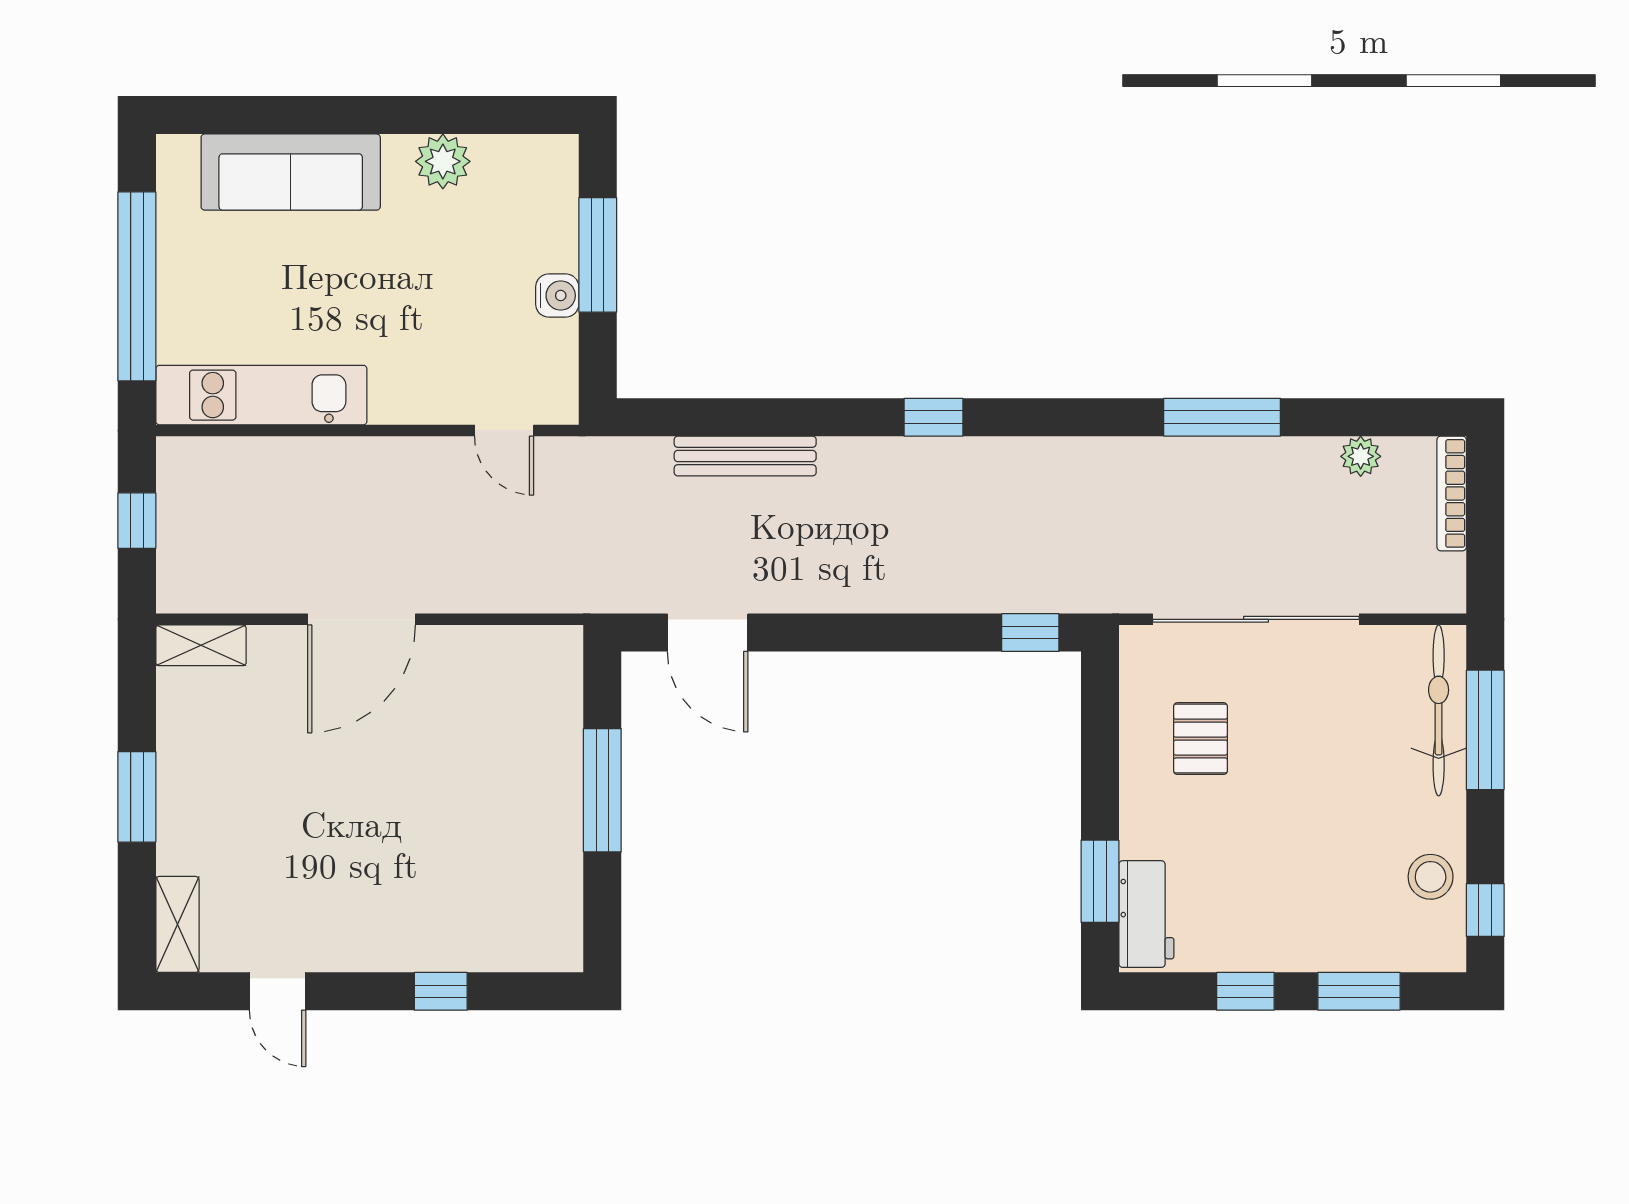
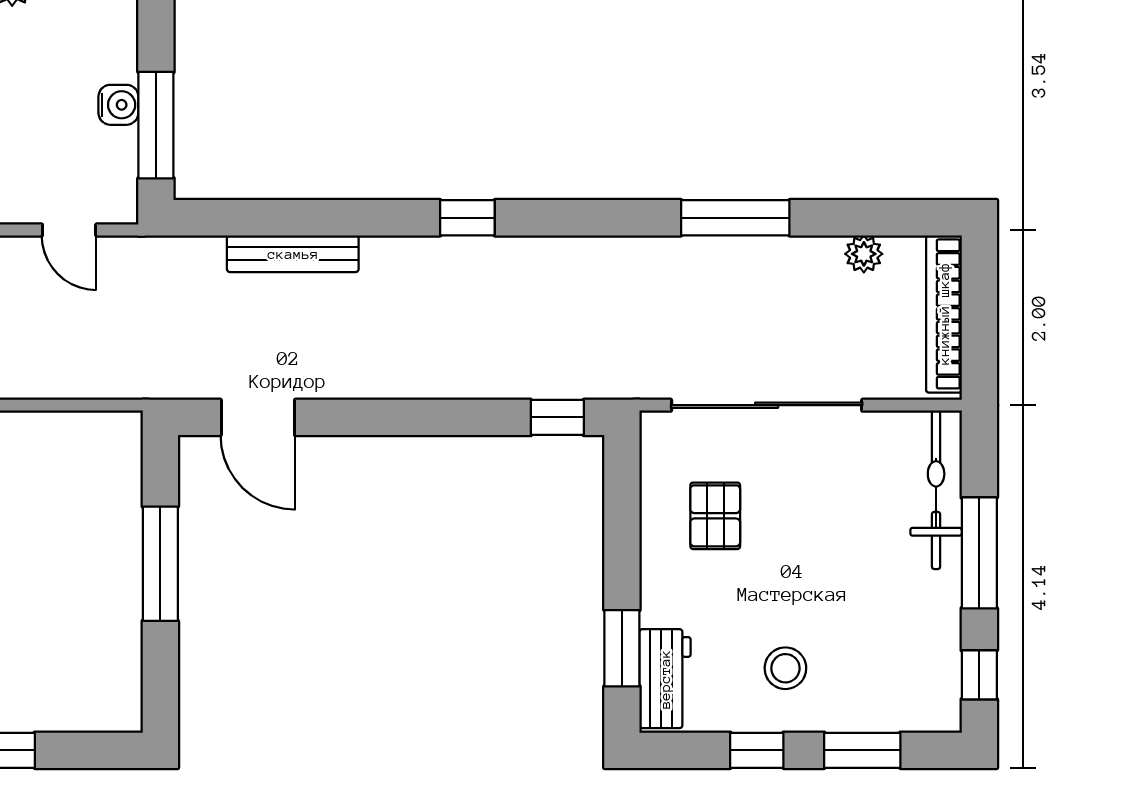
window: (598, 255) -> (156, 125), moved
bookcase: (1452, 493) -> (944, 314), width x1.48, depth x1.31
window: (1485, 730) -> (979, 553), moved
stool: (1431, 877) -> (785, 668), moved

